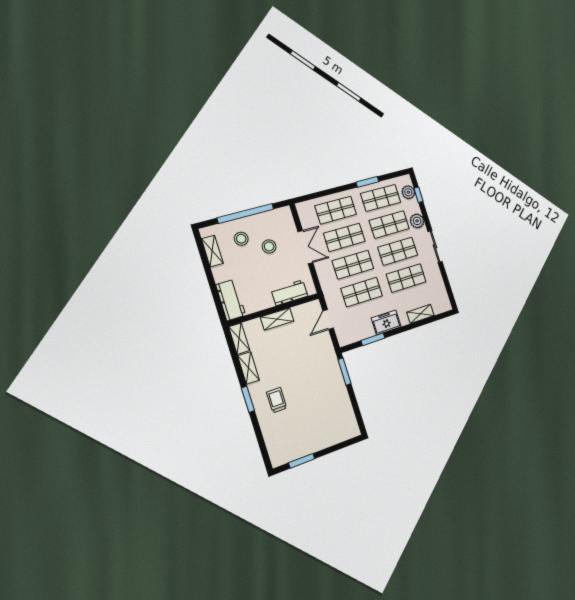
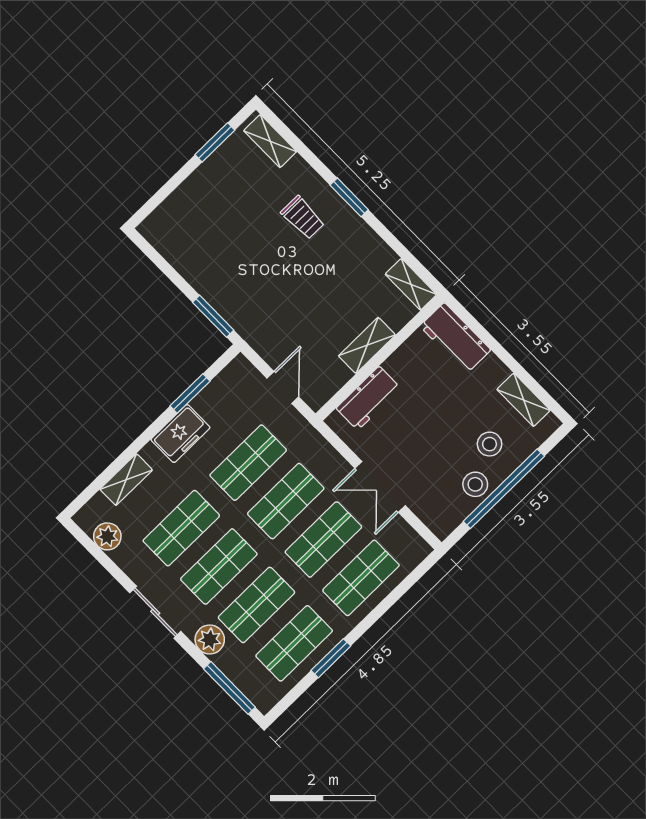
plant: (408, 192) -> (107, 536), moved
window: (418, 195) -> (229, 688), width x2.17
stool: (269, 246) -> (475, 484), moved
shelving: (249, 368) -> (270, 141), moved

